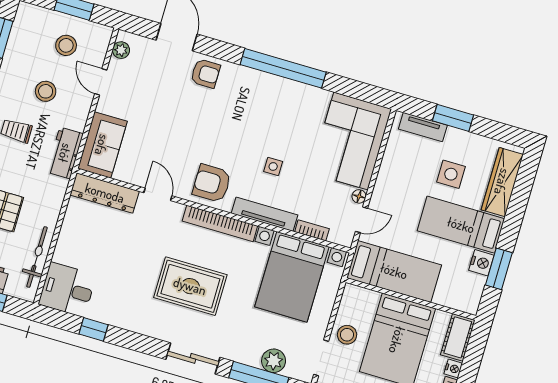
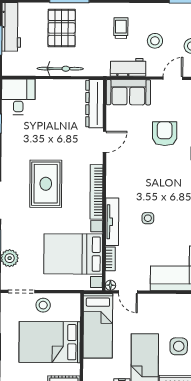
workbench: (65, 153) -> (128, 67), moved
armchair: (212, 183) -> (165, 134), moved
floor lamp: (359, 196) -> (110, 285), moved
bicycle: (37, 257) -> (60, 69), moved

